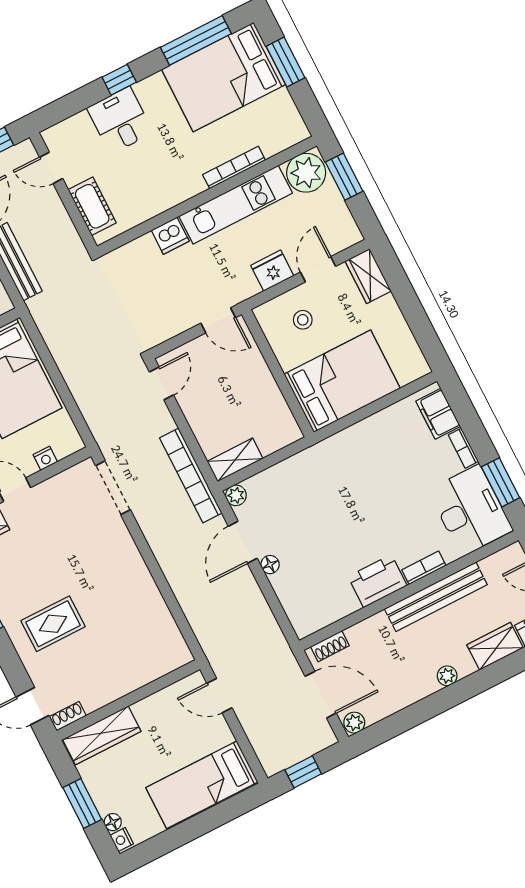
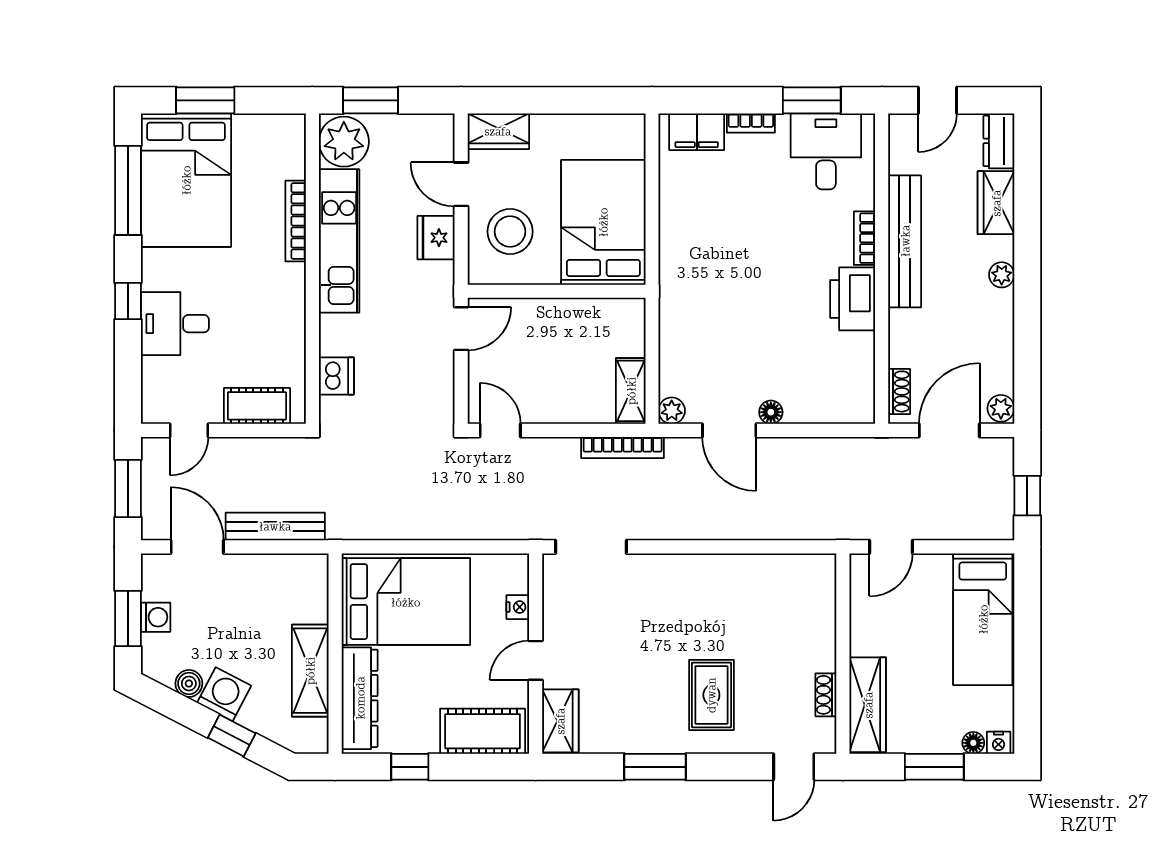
dishwasher: (170, 236) -> (336, 376), moved
stool: (303, 320) -> (510, 232), width x1.89, depth x1.89
bookcase: (191, 475) -> (623, 447), width x0.68, depth x0.76
desk: (470, 510) -> (826, 151), width x0.73
shoe rack: (68, 716) -> (826, 695), moved

